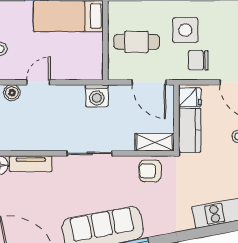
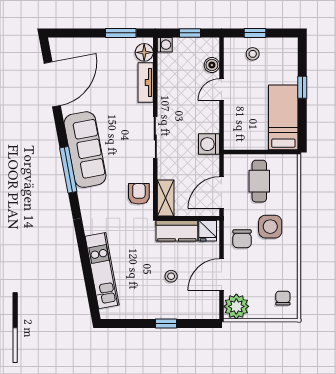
chair: (198, 60) -> (242, 239), turned 180
door: (38, 82) -> (222, 90), swing flipped

